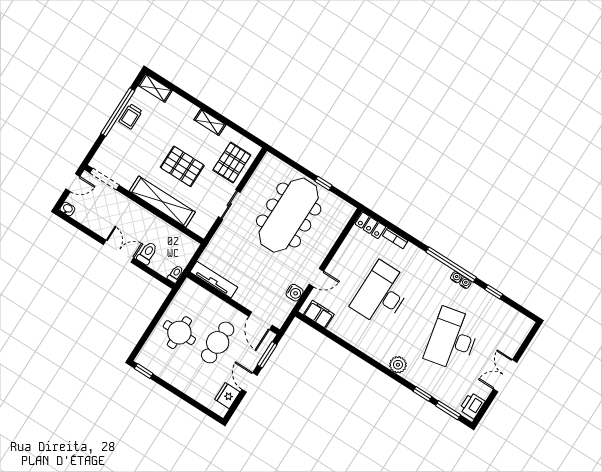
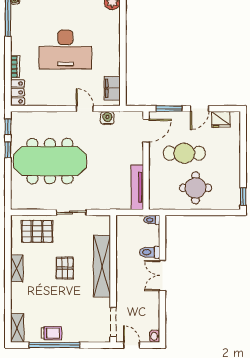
pallet: (182, 166) -> (65, 268), width x0.67, depth x0.71
window: (344, 197) -> (8, 127), added

